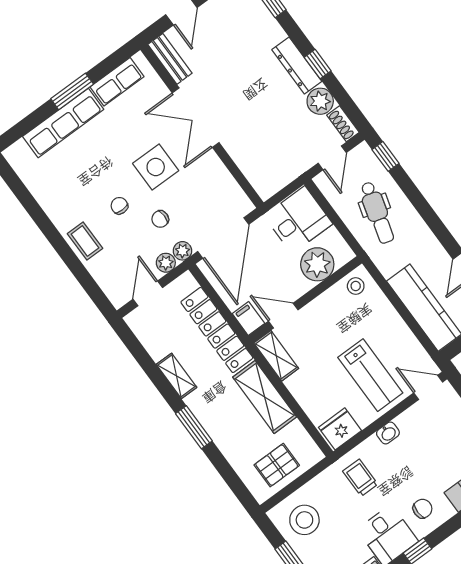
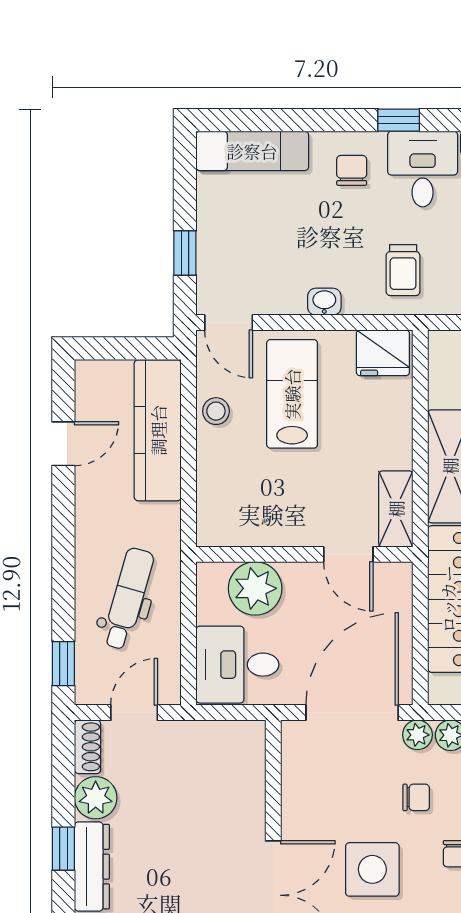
stool: (356, 286) -> (216, 411), moved
filing cabinet: (248, 319) -> (396, 584), removed
chair: (423, 509) -> (352, 170), turned 90

